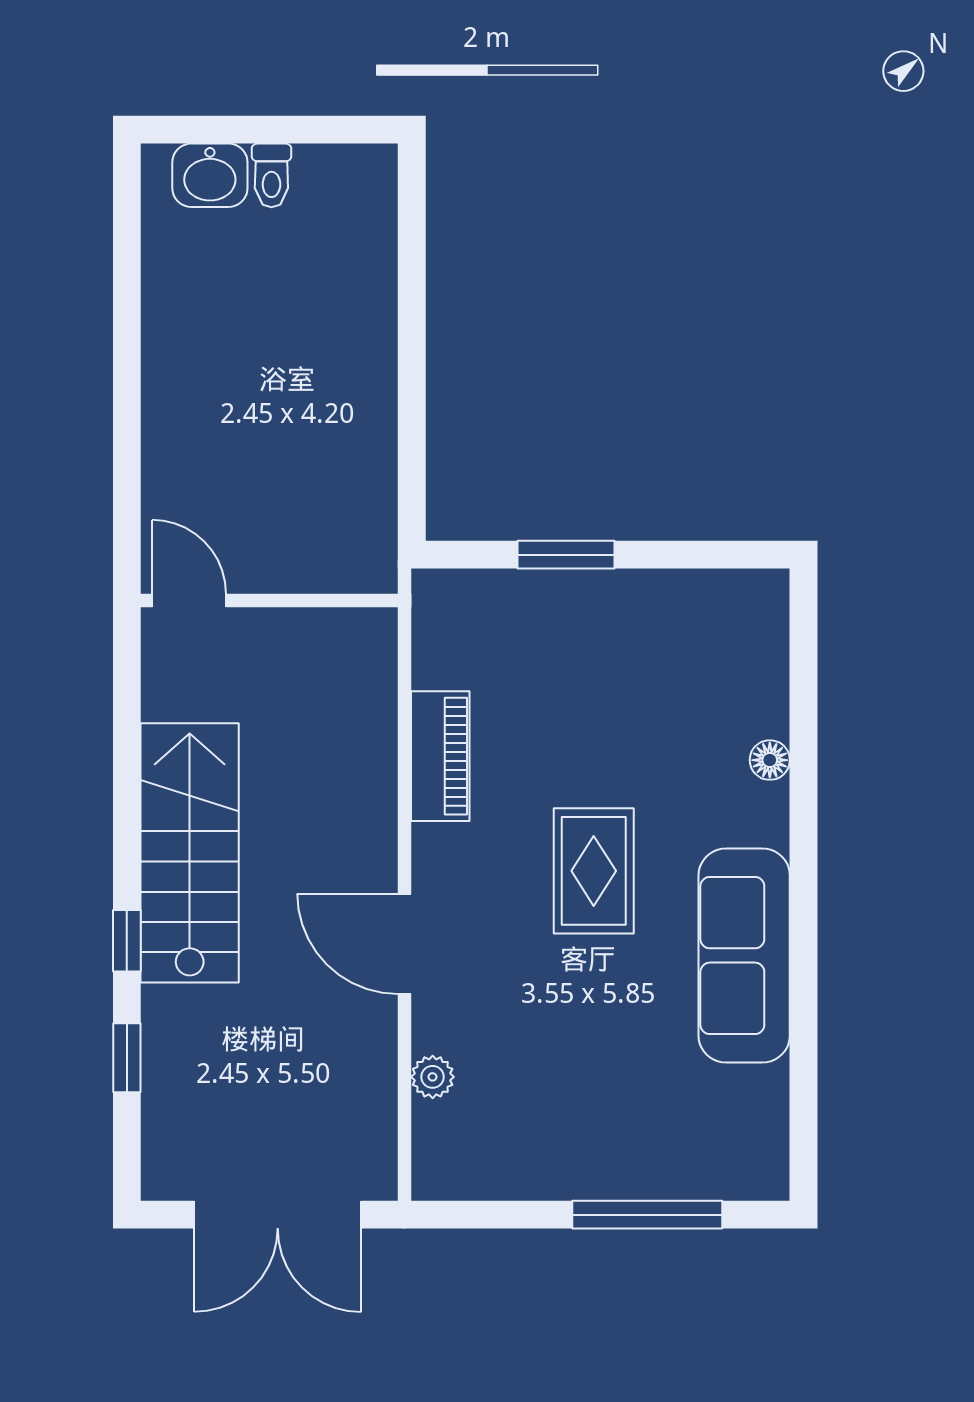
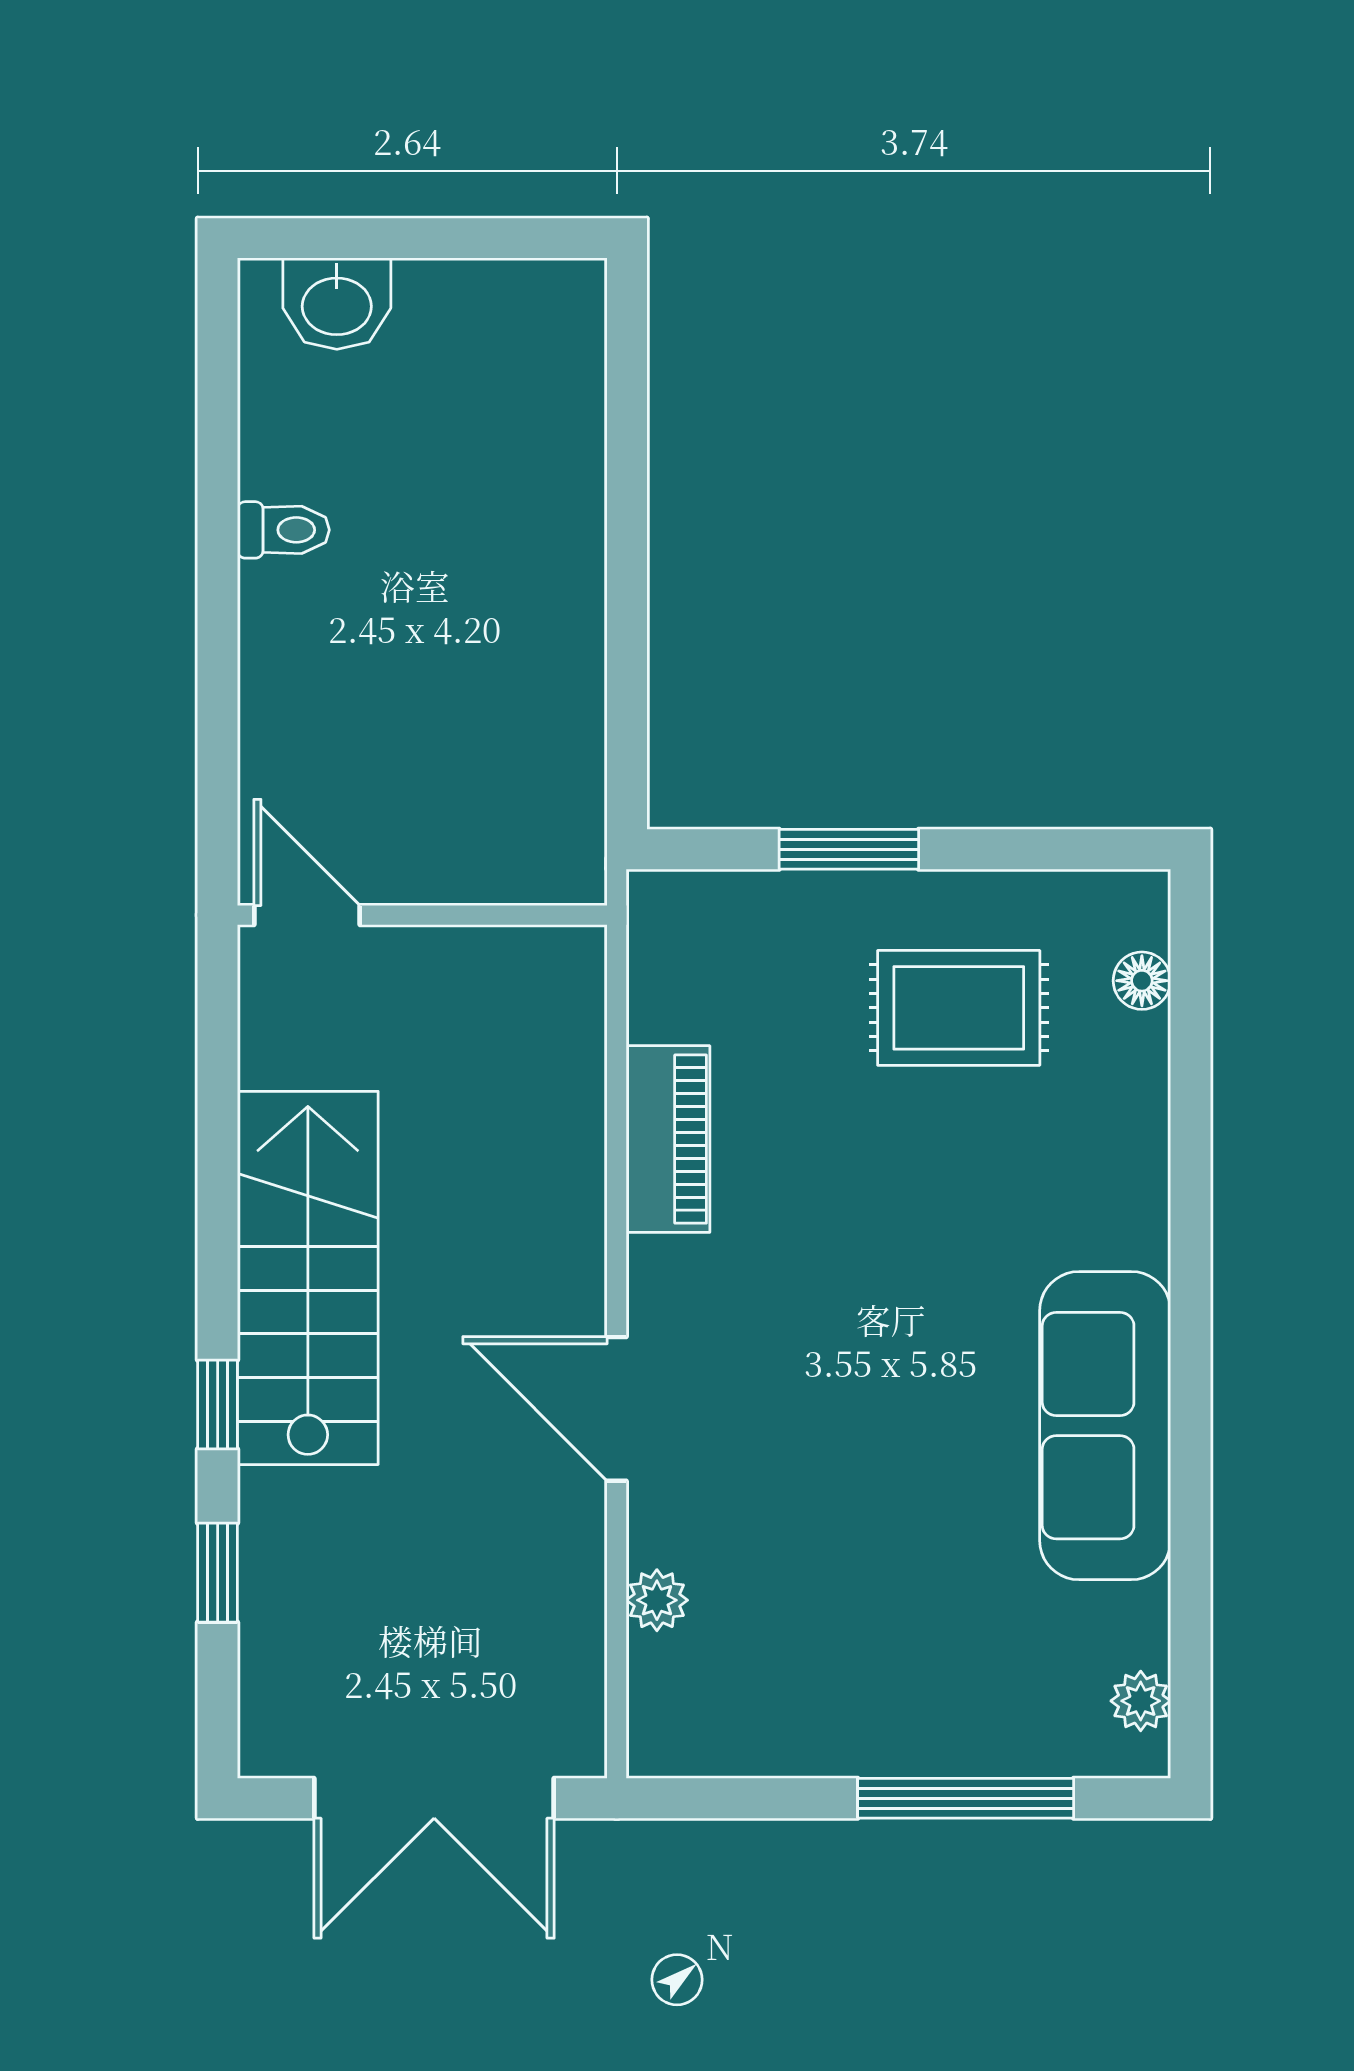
toilet: (271, 175) -> (283, 530), moved, turned -90
floor lamp: (770, 760) -> (1142, 981), moved
rug: (594, 871) -> (959, 1008), moved, turned 90
plant: (769, 1147) -> (1141, 1701), added

